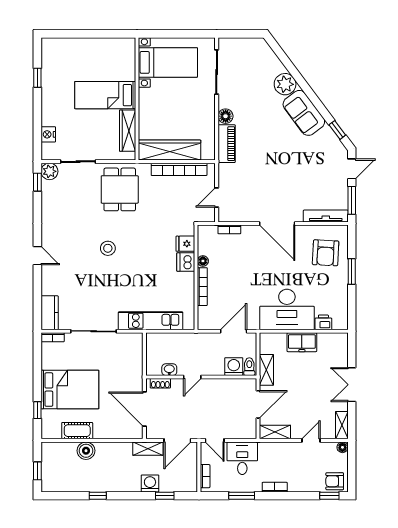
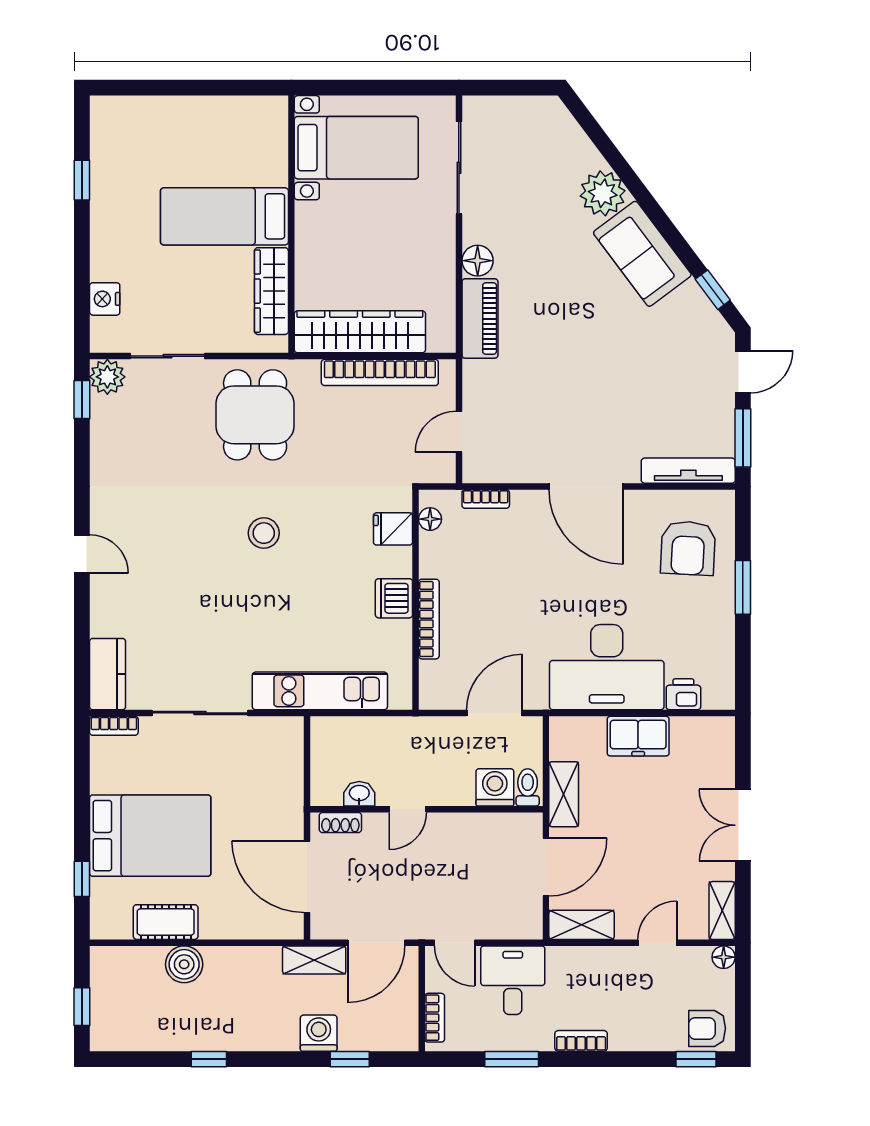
stool: (108, 248) -> (264, 533), moved
floor lamp: (203, 261) -> (430, 519), moved
dishwasher: (186, 262) -> (394, 598), moved

